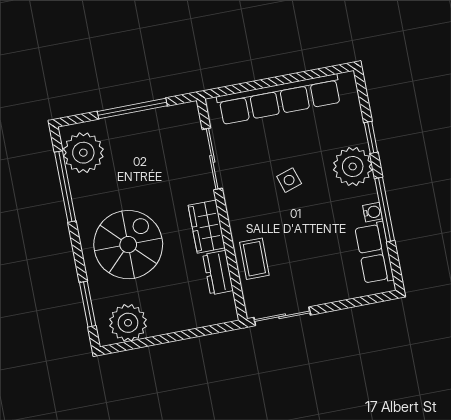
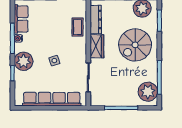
dresser: (218, 273) -> (96, 19), width x1.44

